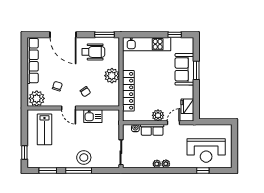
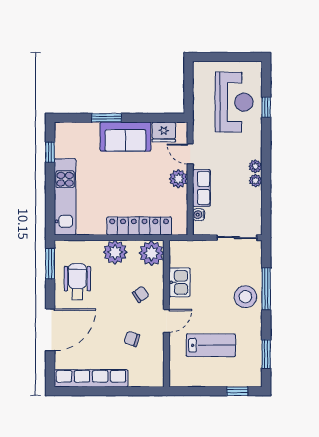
sofa: (184, 69) -> (125, 137), moved
plant: (37, 98) -> (151, 253), moved
lab bench: (44, 129) -> (211, 345), moved
window: (79, 171) -> (266, 289), moved

